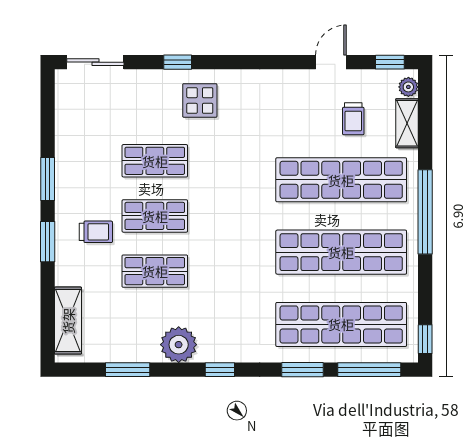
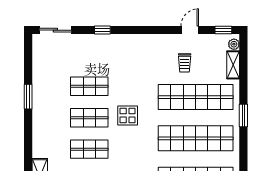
display table: (200, 100) -> (128, 115), moved
trolley: (353, 119) -> (185, 63), moved
window: (425, 212) -> (243, 115), width x0.47
trolley: (96, 232) -> (56, 127), removed
window: (48, 242) -> (28, 132), removed

